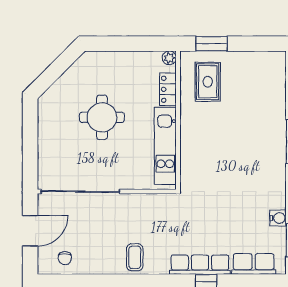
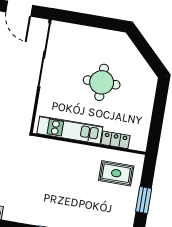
window: (211, 44) -> (144, 200), moved
plant: (169, 58) -> (141, 145), removed

